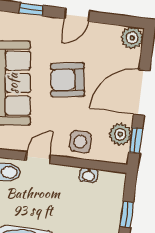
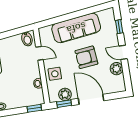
plant: (132, 38) -> (117, 69), moved
armchair: (68, 80) -> (86, 57), turned -88
window: (127, 214) -> (34, 108), moved

